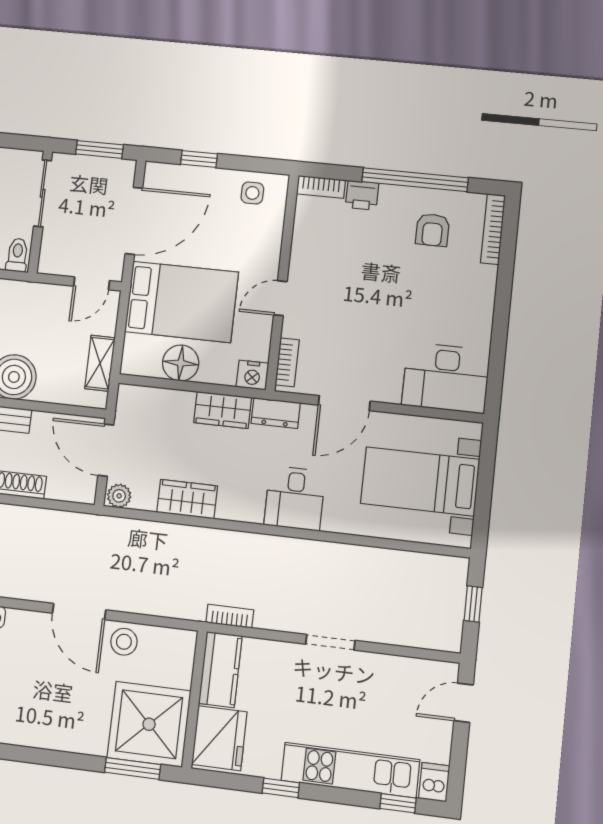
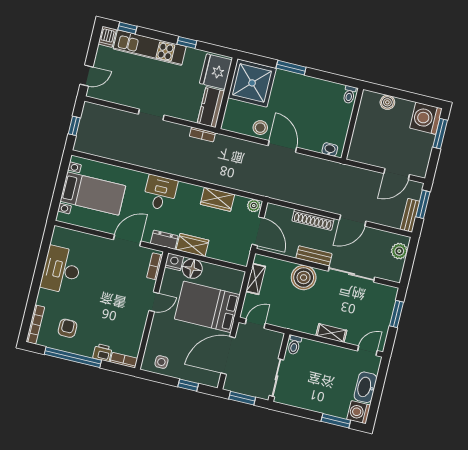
floor lamp: (181, 363) -> (192, 269), moved
desk: (446, 378) -> (61, 270), moved, turned -90
window: (133, 768) -> (291, 68), moved

